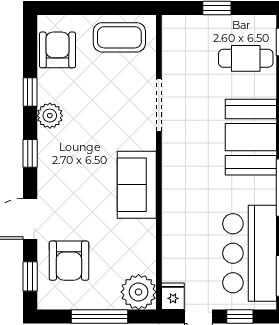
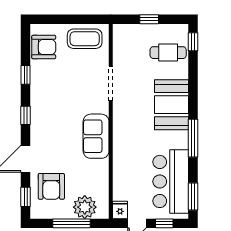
armchair: (58, 50) -> (44, 47), turned 90
plant: (50, 116) -> (39, 90), removed
plant: (139, 292) -> (85, 207), moved

